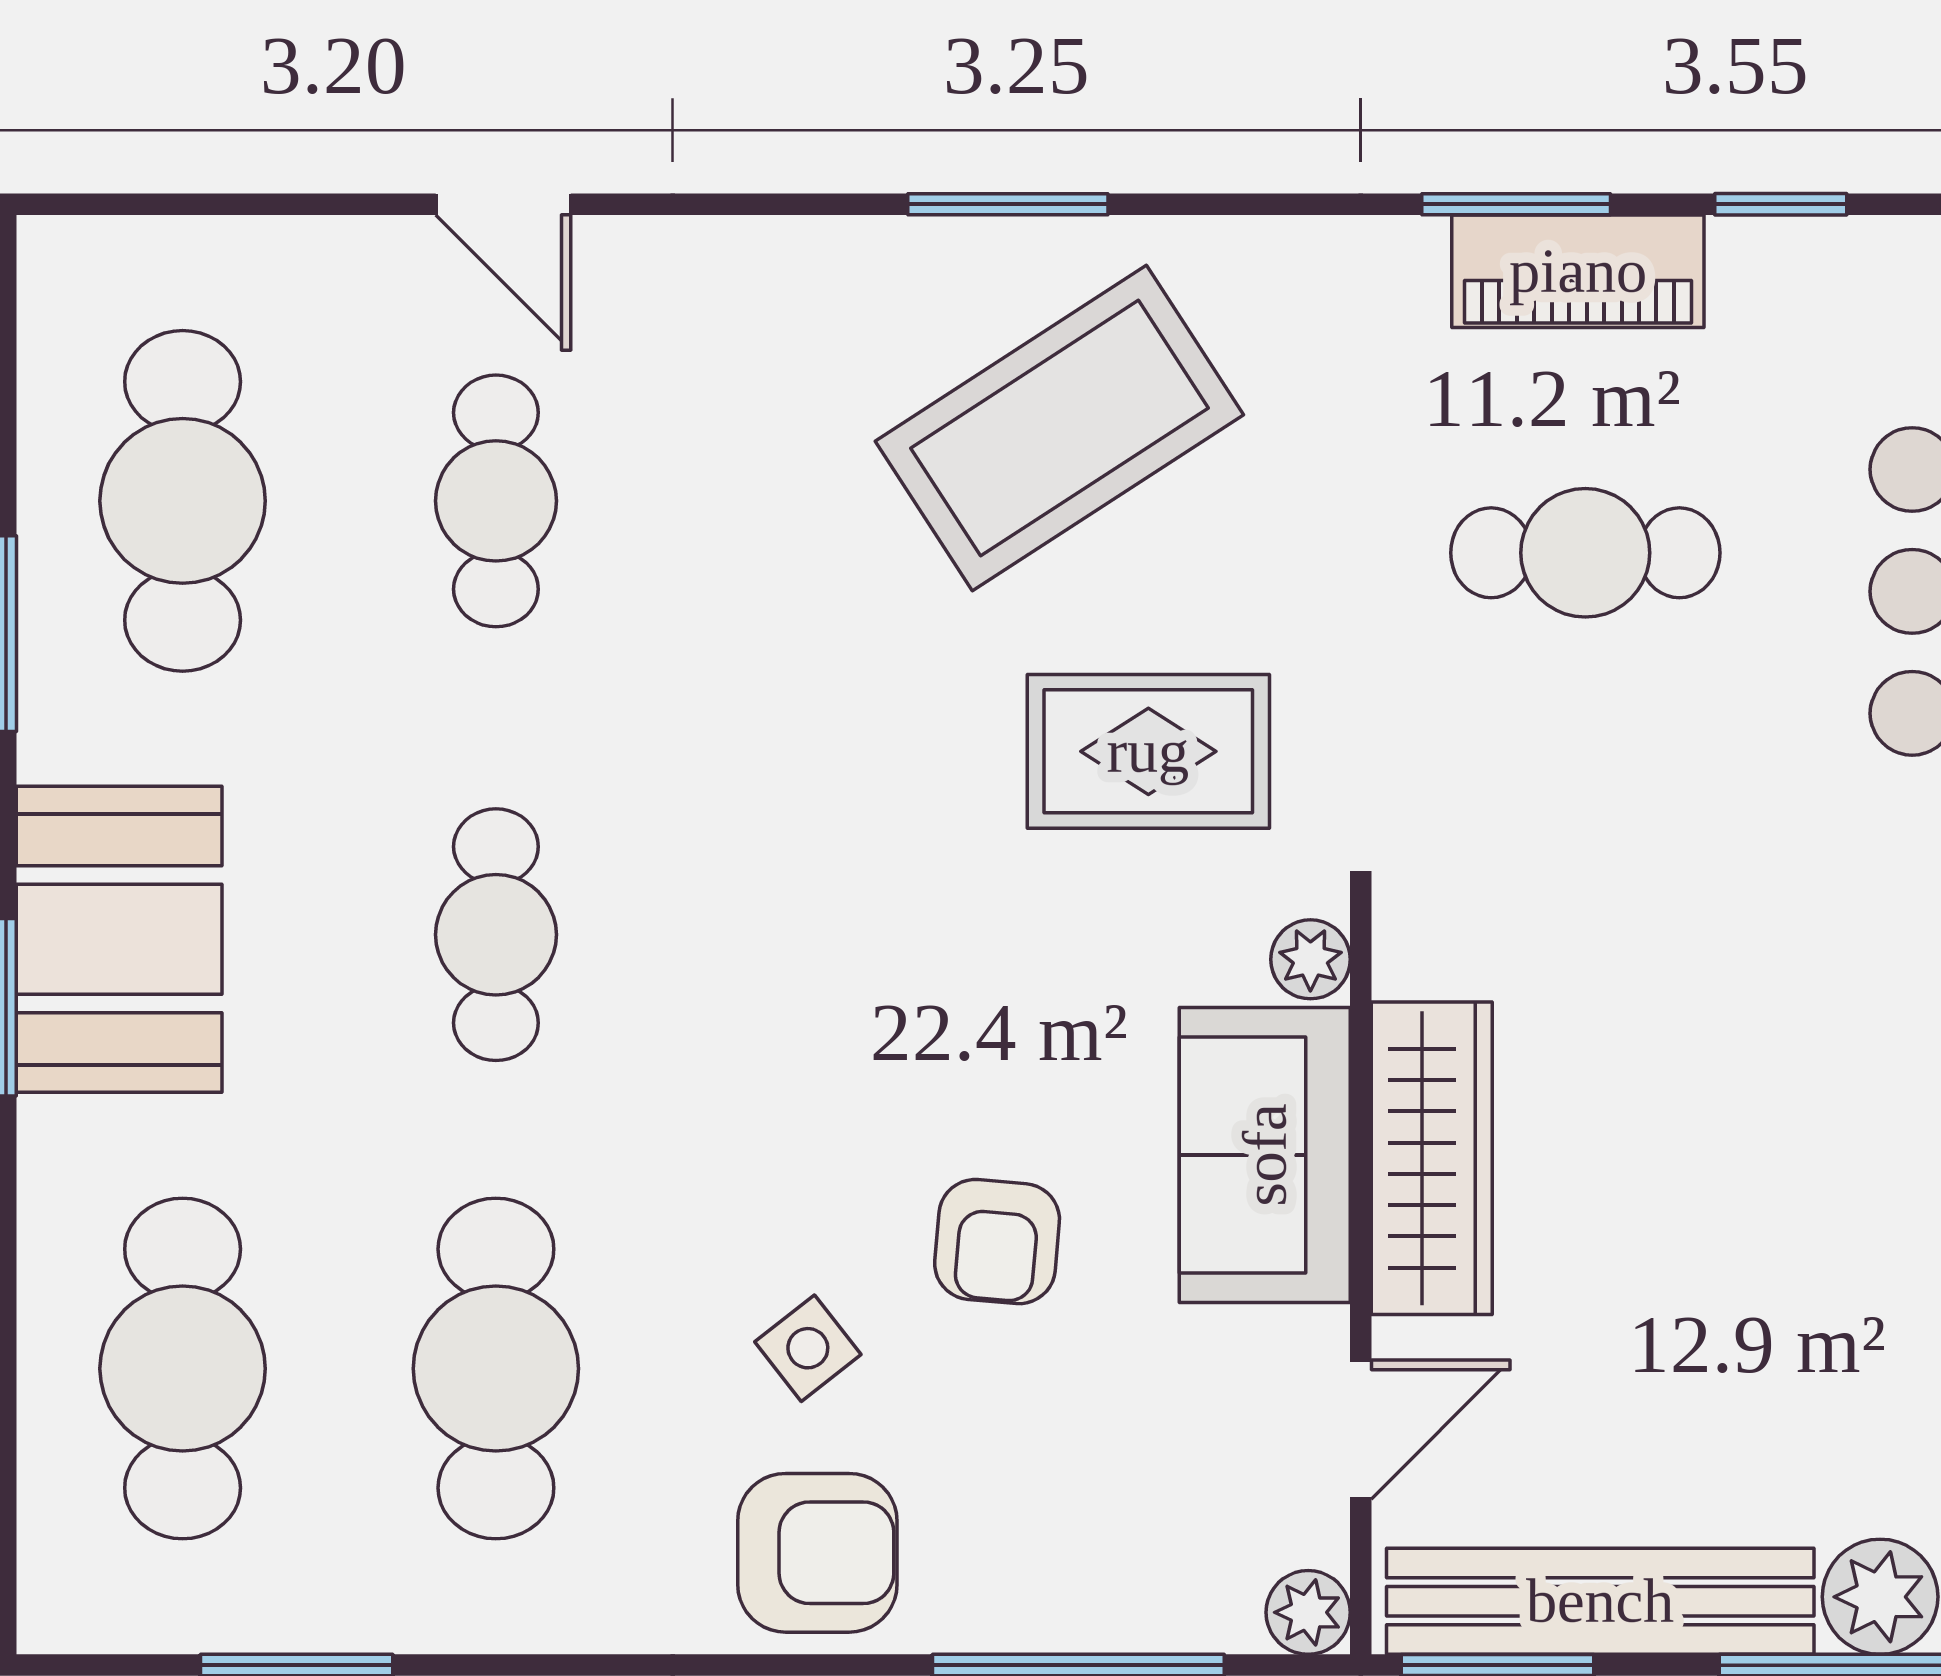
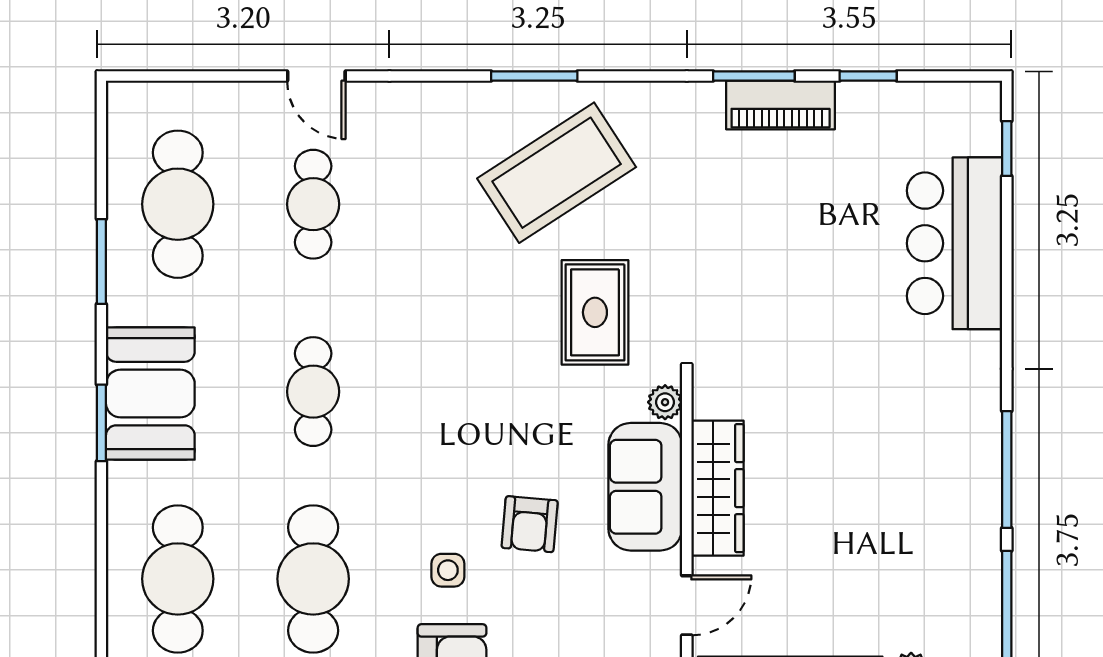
cafe table: (1585, 553) -> (784, 227), removed
rug: (1148, 751) -> (595, 312), turned 90
side table: (808, 1348) -> (448, 570), turned 38

